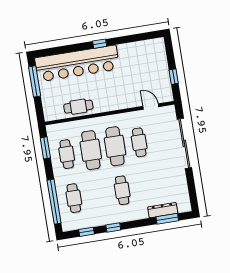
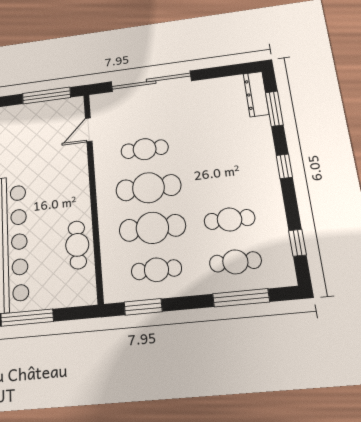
window: (174, 77) -> (46, 96), width x2.17
cafe table: (122, 190) -> (229, 219), moved
window: (54, 202) -> (241, 298), width x0.68
dresser: (163, 210) -> (256, 94), moved
window: (113, 227) -> (284, 166), moved

